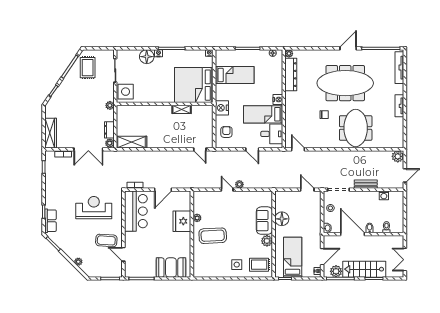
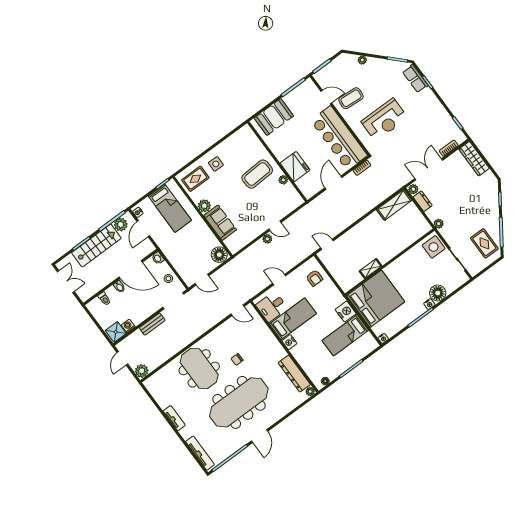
nightstand: (222, 108) -> (346, 312), moved
shower: (396, 198) -> (116, 332), added
bar counter: (136, 211) -> (339, 138), width x1.36
floor lamp: (282, 219) -> (219, 255), moved

